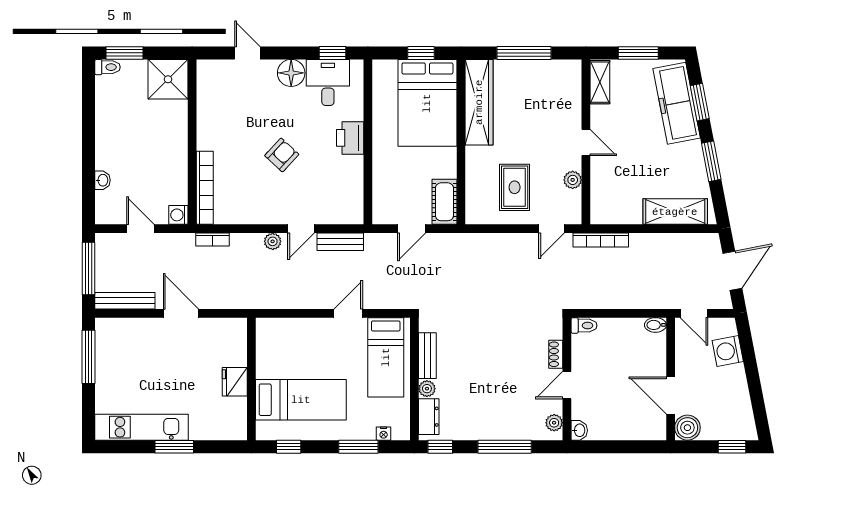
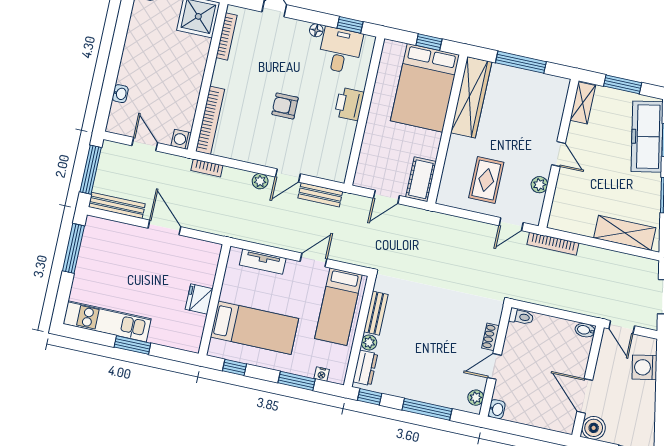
floor lamp: (291, 73) -> (316, 30), width x0.53, depth x0.53
bookcase: (203, 94) -> (227, 36), added
armchair: (282, 155) -> (285, 106), turned -133
tv unit: (294, 327) -> (263, 262), added

